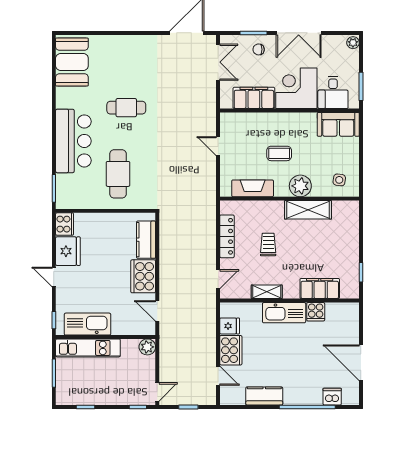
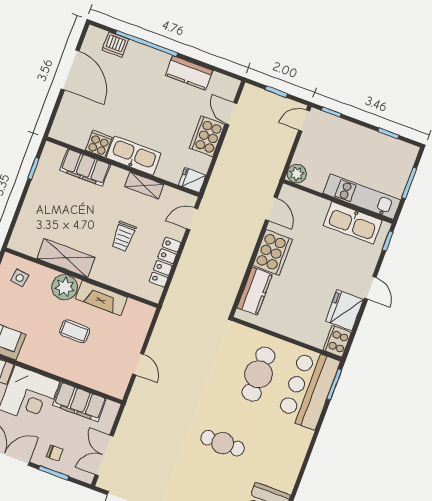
bar counter: (73, 141) -> (309, 389), moved
fireplace: (253, 188) -> (101, 298), moved
fridge: (230, 326) -> (192, 180), moved

